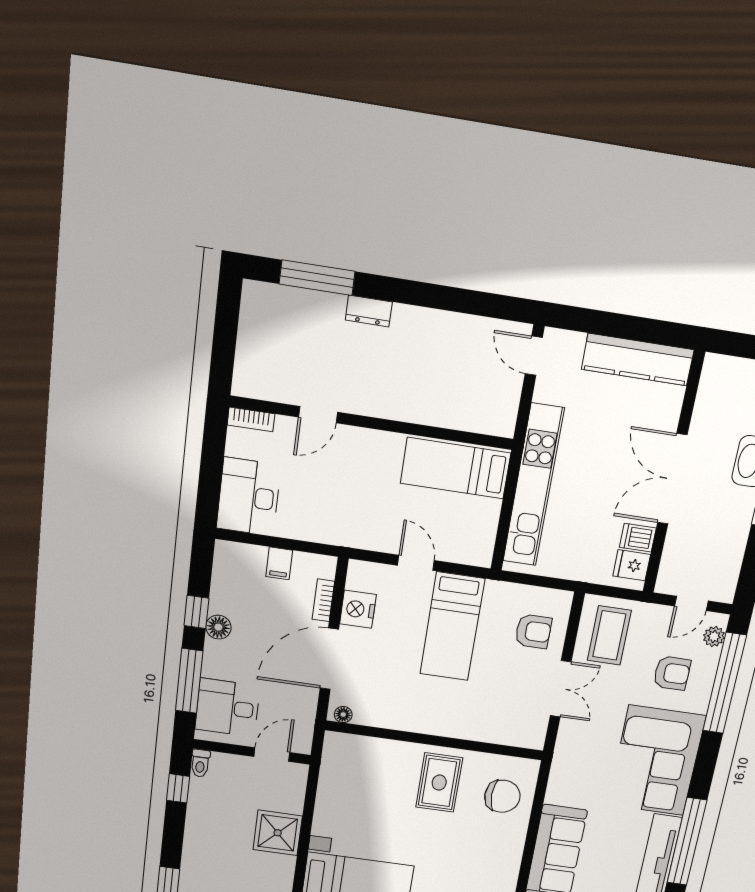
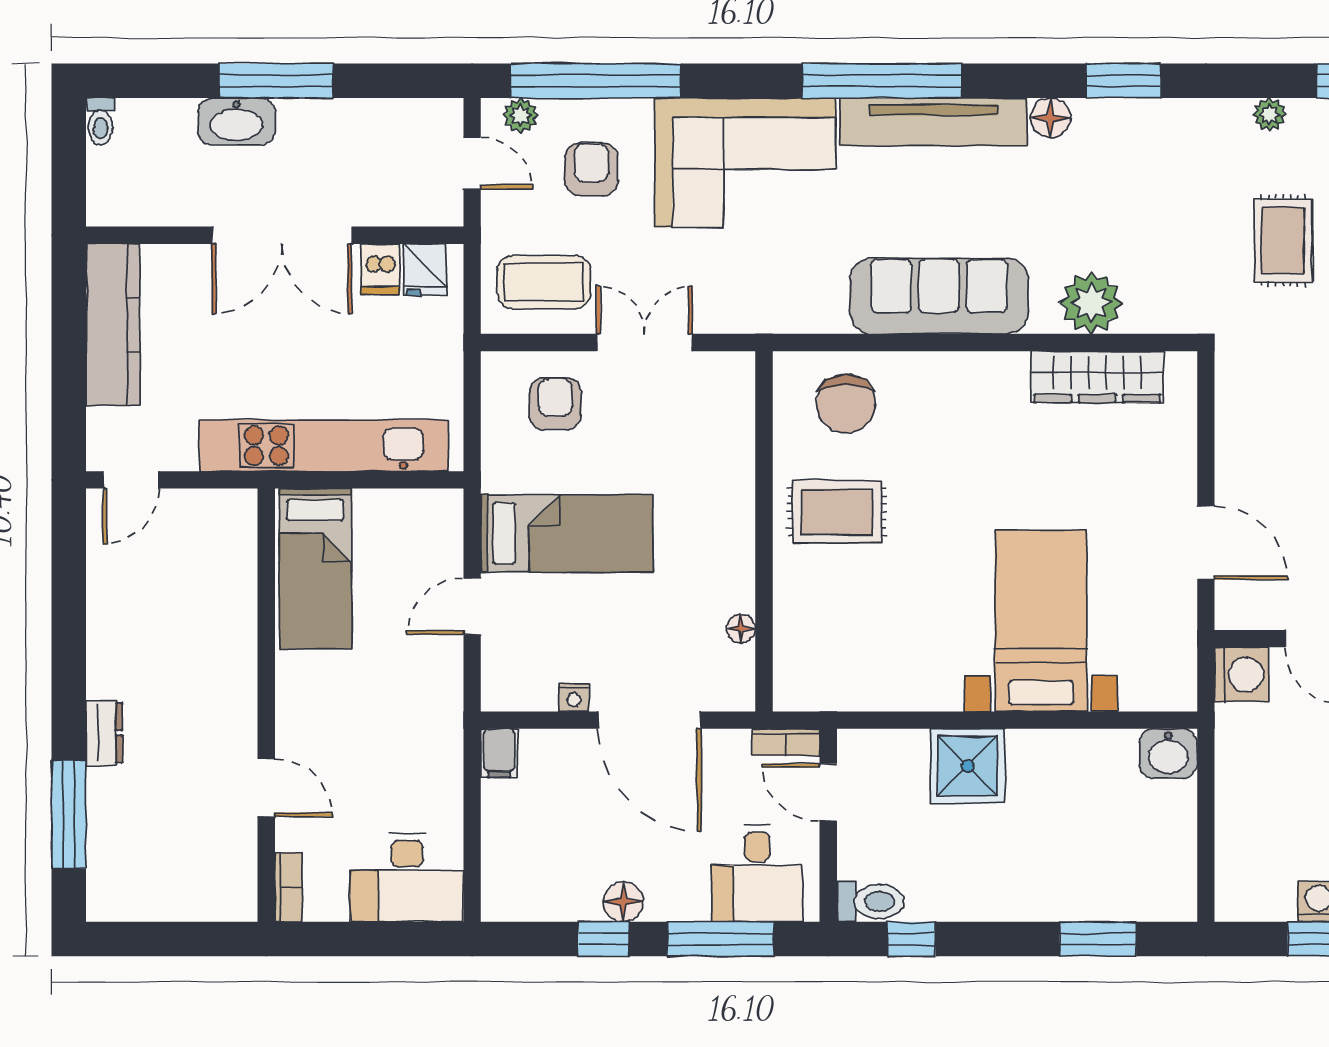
filing cabinet: (279, 563) -> (499, 753), moved, turned 90
bookcase: (323, 600) -> (786, 742), moved
nightstand: (358, 609) -> (574, 697), width x0.53, depth x0.56
floor lamp: (343, 715) -> (741, 629), moved
toilet: (200, 763) -> (870, 901), width x1.37, depth x1.39
chair: (502, 796) -> (846, 404), turned 180

